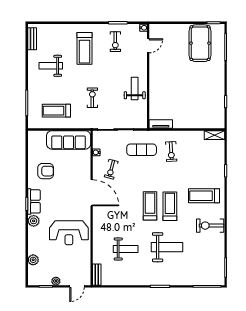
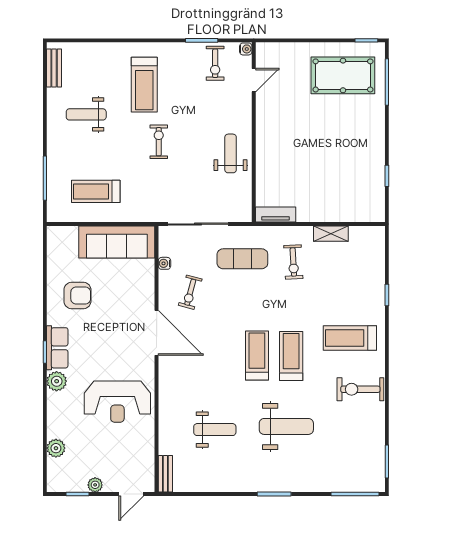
exercise bike: (115, 42) -> (215, 63), moved
pool table: (200, 43) -> (343, 75), turned 90
exercise bike: (92, 98) -> (159, 142), moved
shelving: (214, 135) -> (331, 234), moved

